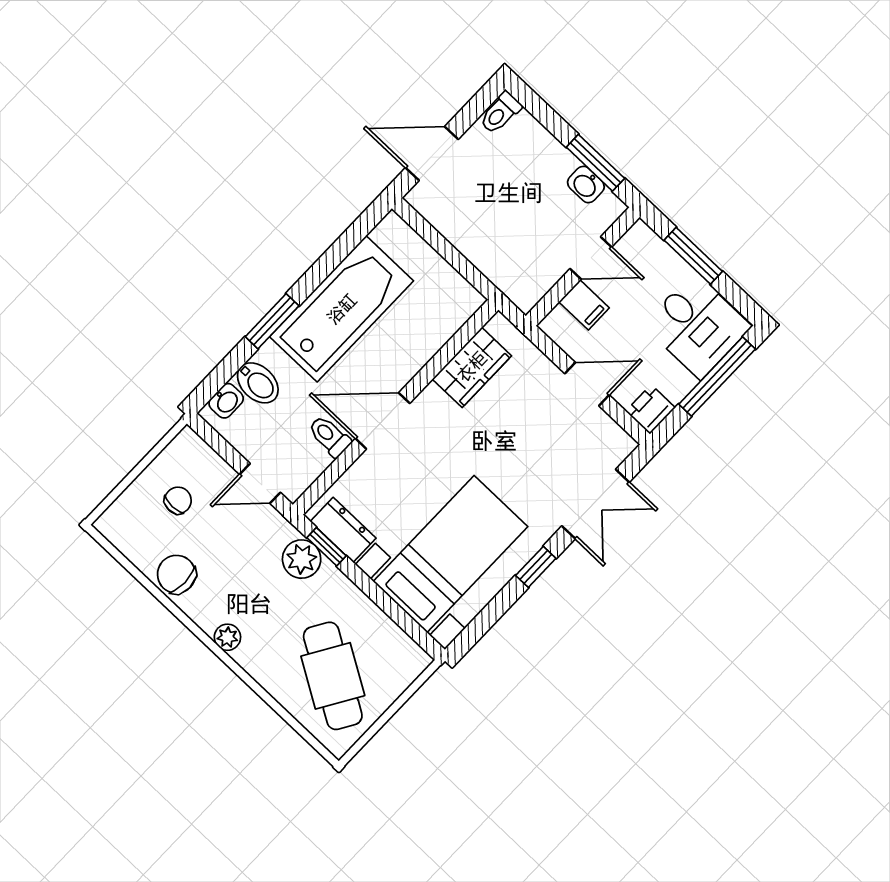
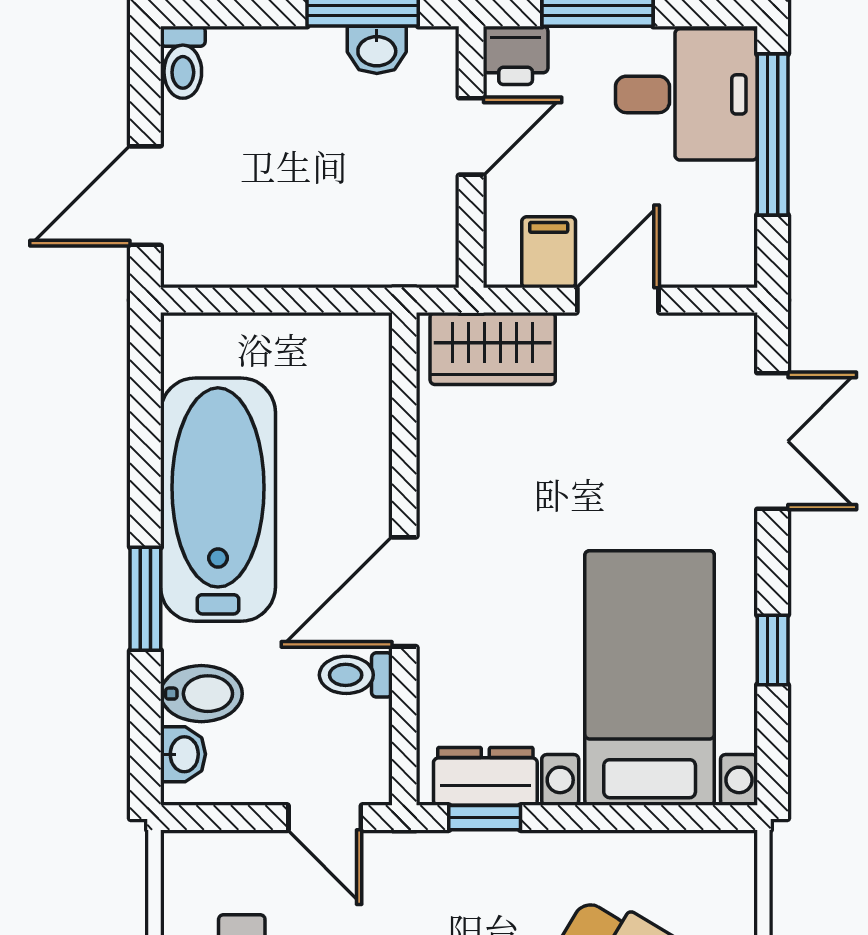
filing cabinet: (584, 305) -> (549, 252), moved, turned -90
wardrobe: (472, 367) -> (493, 348), moved, turned 90
printer: (650, 409) -> (516, 55), moved, turned -90
door: (260, 483) -> (325, 818), hinge flipped
plant: (302, 559) -> (468, 863), removed
window: (536, 567) -> (773, 650), moved

